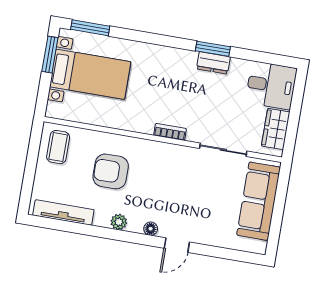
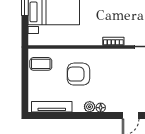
coffee table: (58, 147) -> (41, 64), turned 90
floor lamp: (151, 229) -> (101, 108), moved

